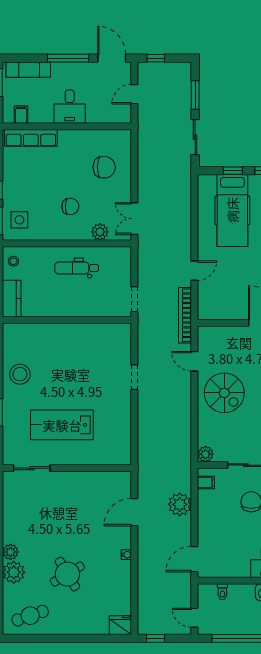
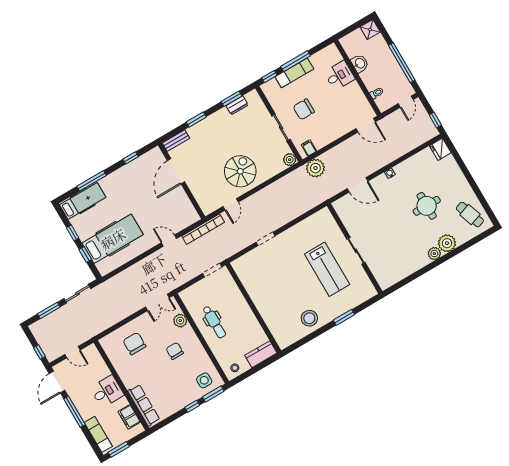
filing cabinet: (21, 115) -> (129, 417), width x2.00
sliding door: (32, 468) -> (356, 251), moved
plant: (180, 504) -> (315, 168), moved
round table: (67, 574) -> (427, 206), turned 31

